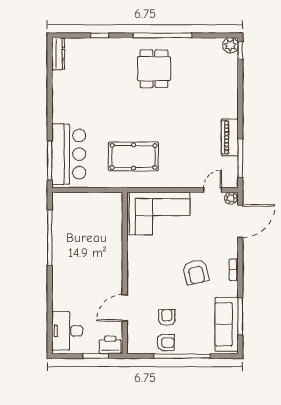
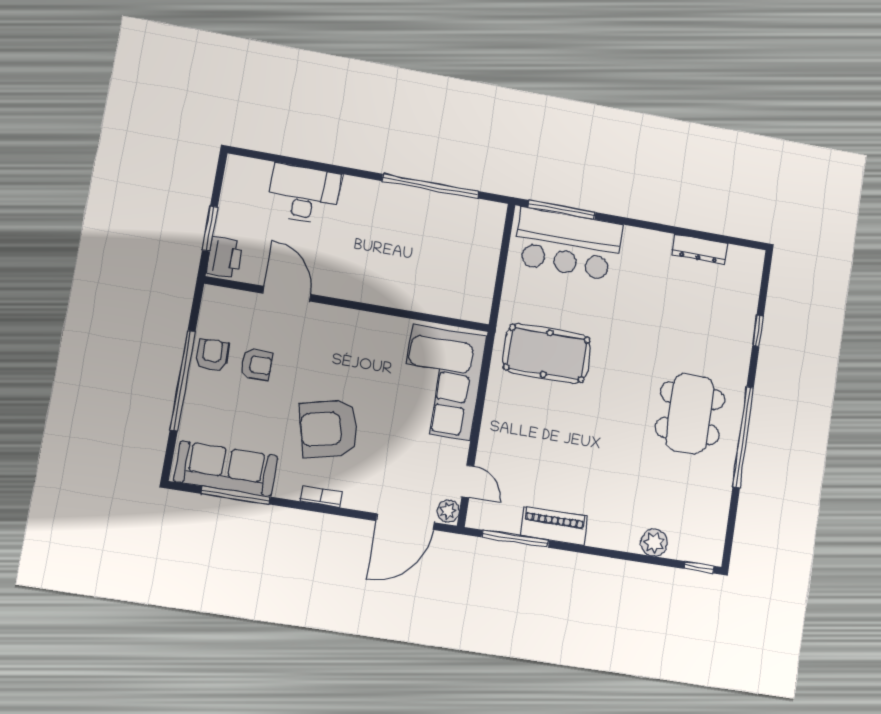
plant: (230, 45) -> (654, 543), moved
dresser: (58, 54) -> (699, 249), moved
dining table: (154, 69) -> (690, 413), width x1.38
pool table: (134, 156) -> (547, 354), turned 90
door: (240, 221) -> (405, 522), hinge flipped
armchair: (196, 272) -> (329, 429), width x1.36, depth x1.36
desk: (67, 331) -> (304, 194), moved
armchair: (166, 343) -> (212, 355), turned 180

